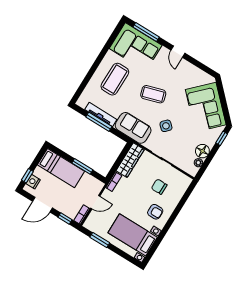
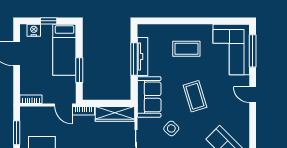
door: (178, 52) -> (253, 95), hinge flipped
coffee table: (115, 79) -> (186, 49), width x0.73, depth x0.76
window: (27, 176) -> (49, 21), moved
door: (95, 202) -> (63, 105), moved
window: (65, 219) -> (17, 85), removed

